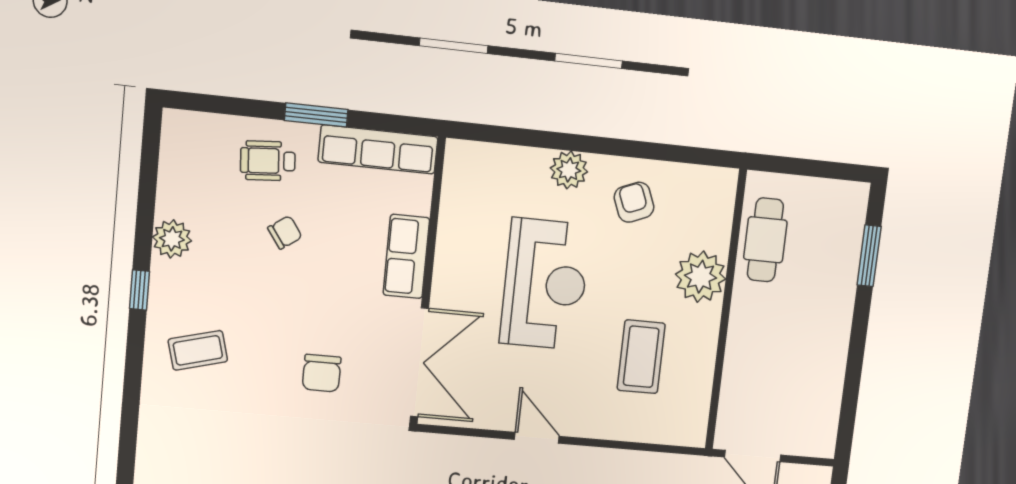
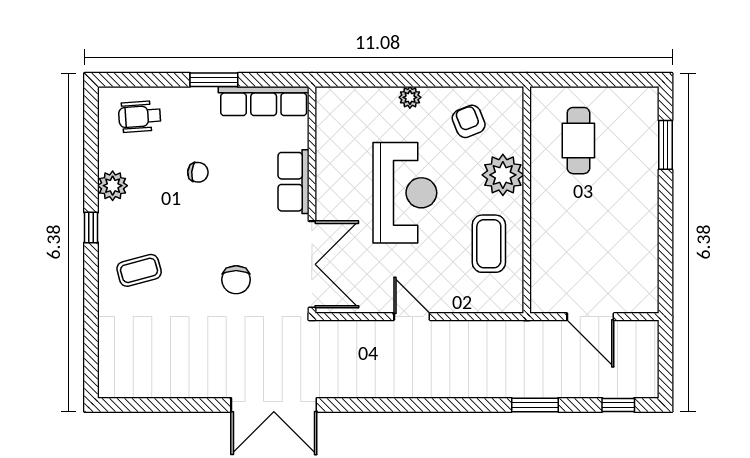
wheelchair: (268, 161) -> (140, 116), moved
plant: (569, 170) -> (410, 97), width x0.73, depth x0.73
chair: (285, 232) -> (198, 172), turned 40
plant: (701, 277) -> (503, 175), moved
wall: (726, 310) -> (527, 200), moved

